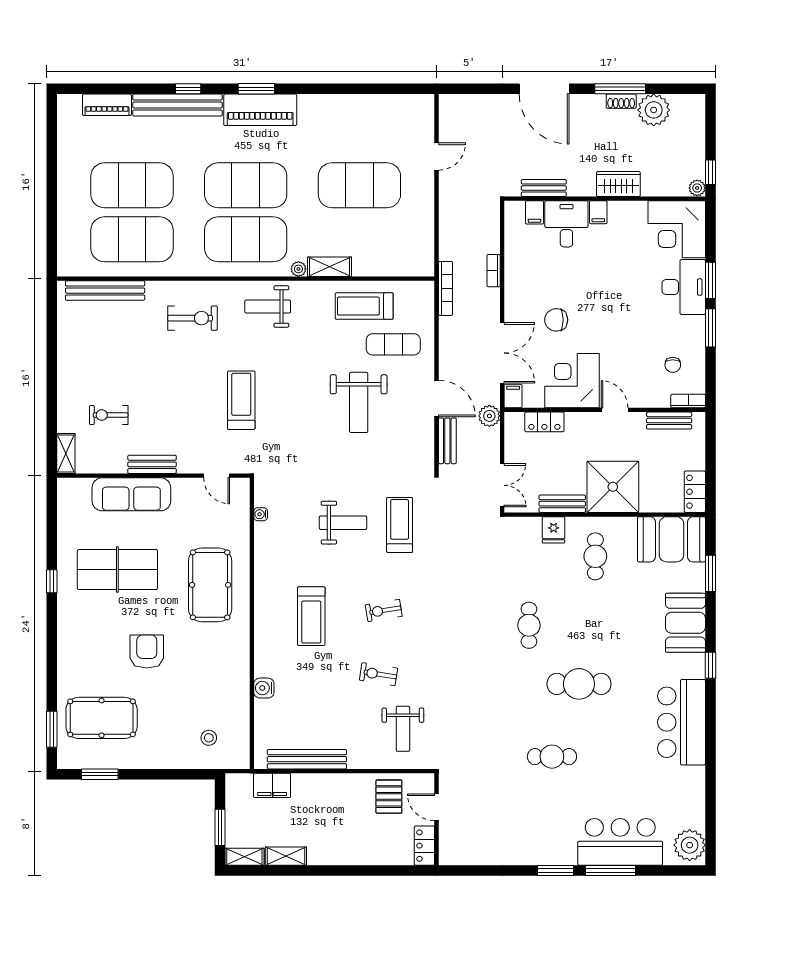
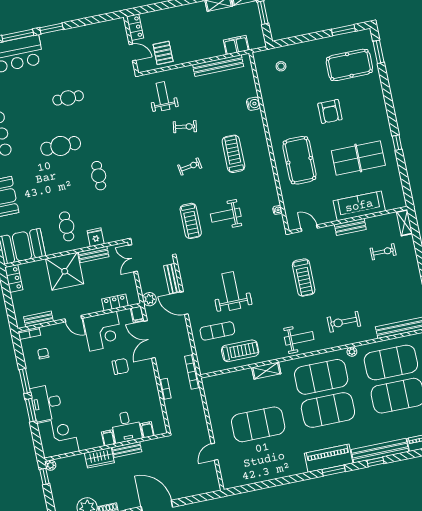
bench: (544, 188) -> (127, 450), moved
plant: (298, 269) -> (352, 352), moved

